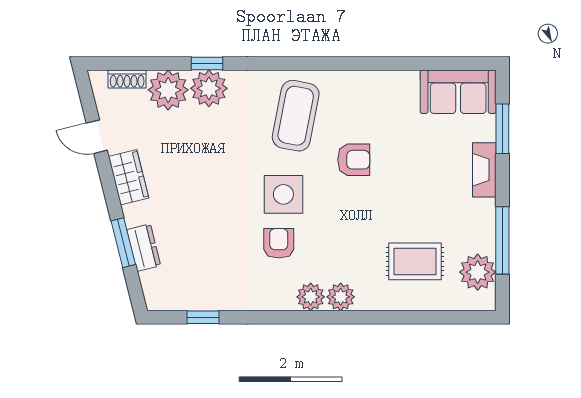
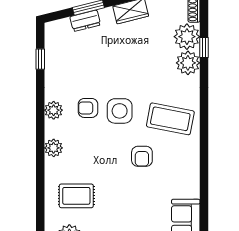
window: (207, 63) -> (204, 48), moved
armchair: (279, 243) -> (88, 108), turned 180
rug: (415, 261) -> (76, 196), turned 90
plant: (311, 297) -> (54, 110), moved

